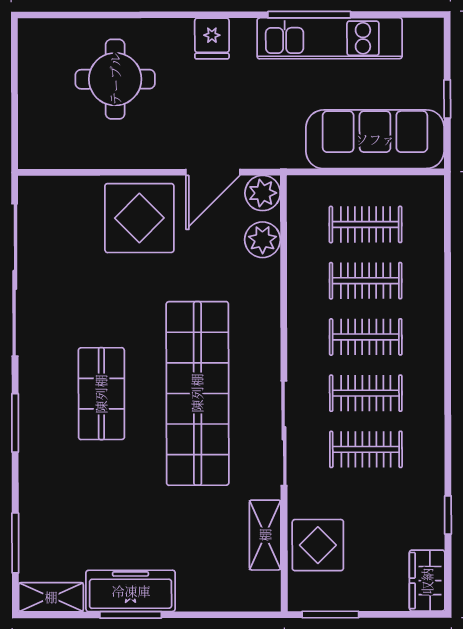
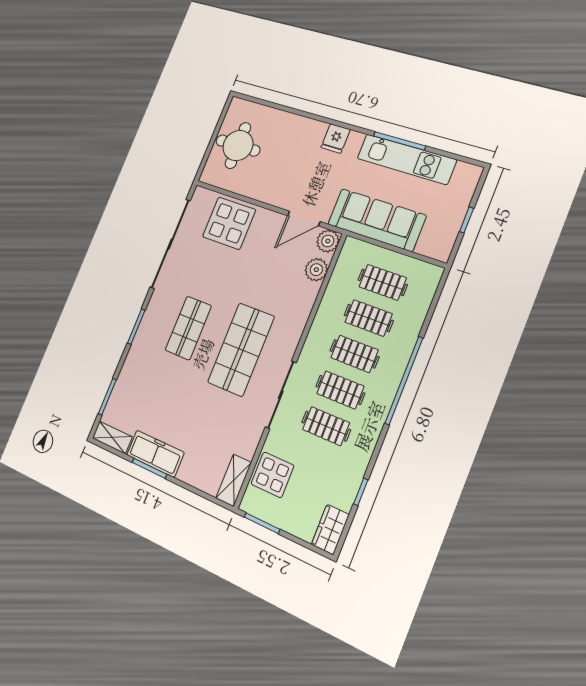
round table: (115, 79) -> (238, 146), moved
sofa: (375, 139) -> (377, 220), moved
display table: (139, 218) -> (229, 223), moved
window: (448, 347) -> (404, 381), added
shop shelf: (197, 393) -> (241, 349), width x0.71
shelving: (265, 535) -> (234, 480), moved

